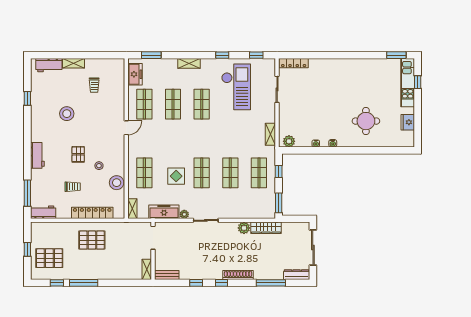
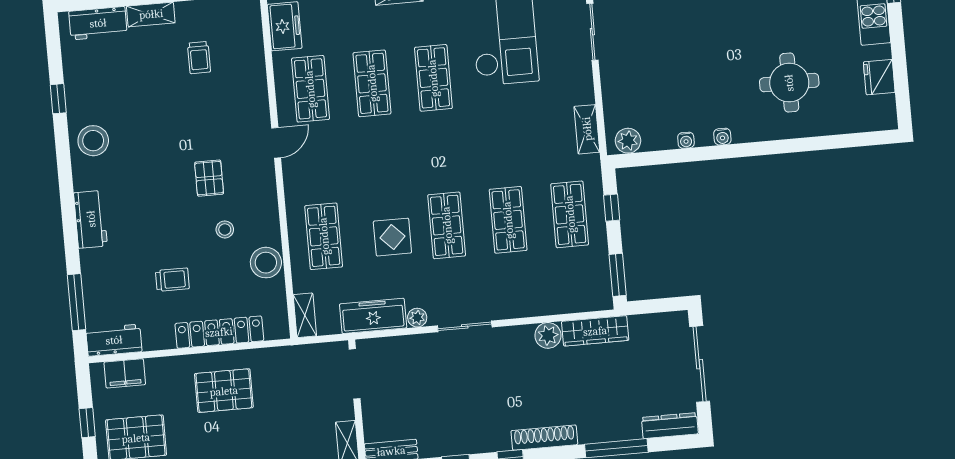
stool: (67, 114) -> (93, 141), moved
pallet: (78, 154) -> (209, 178), moved
filing cabinet: (47, 228) -> (125, 373), added

